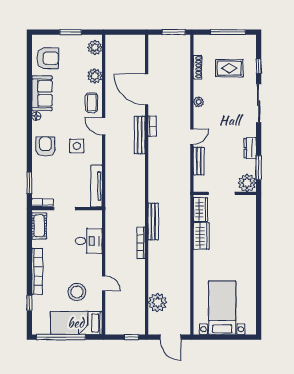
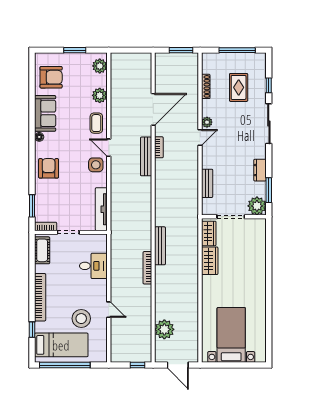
rug: (229, 68) -> (239, 87), turned 90
door: (147, 89) -> (153, 109), swing flipped
door: (192, 137) -> (200, 138), moved
side table: (77, 146) -> (96, 165), moved
bed: (76, 323) -> (61, 345), moved, turned 180

